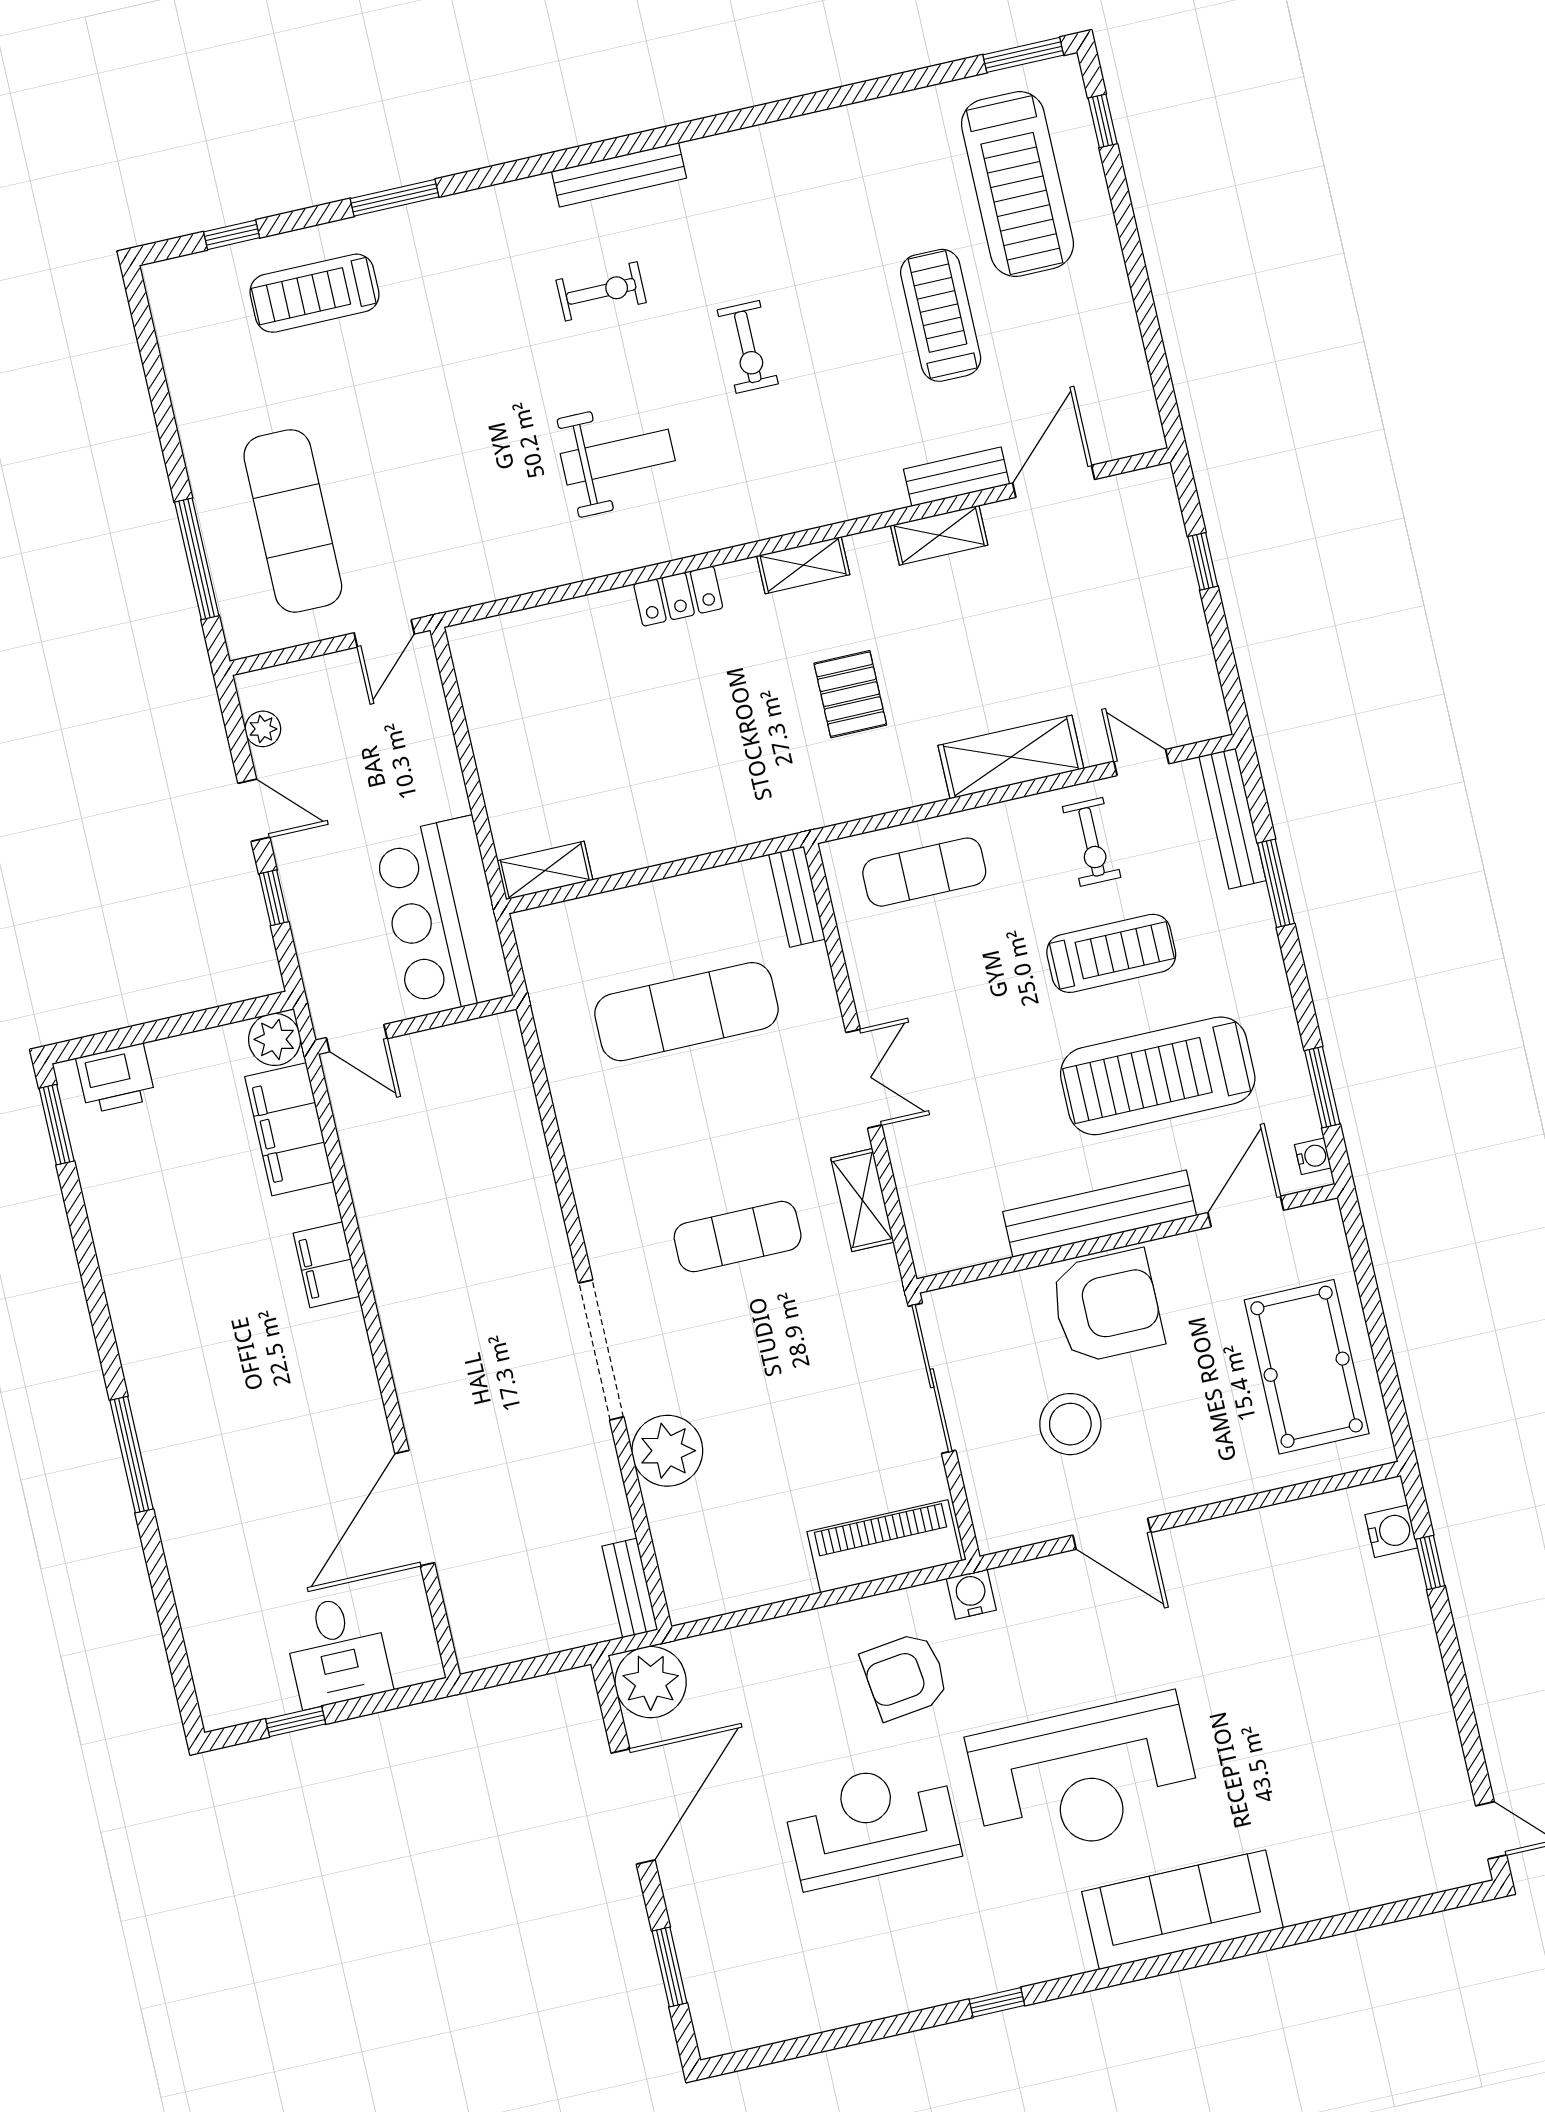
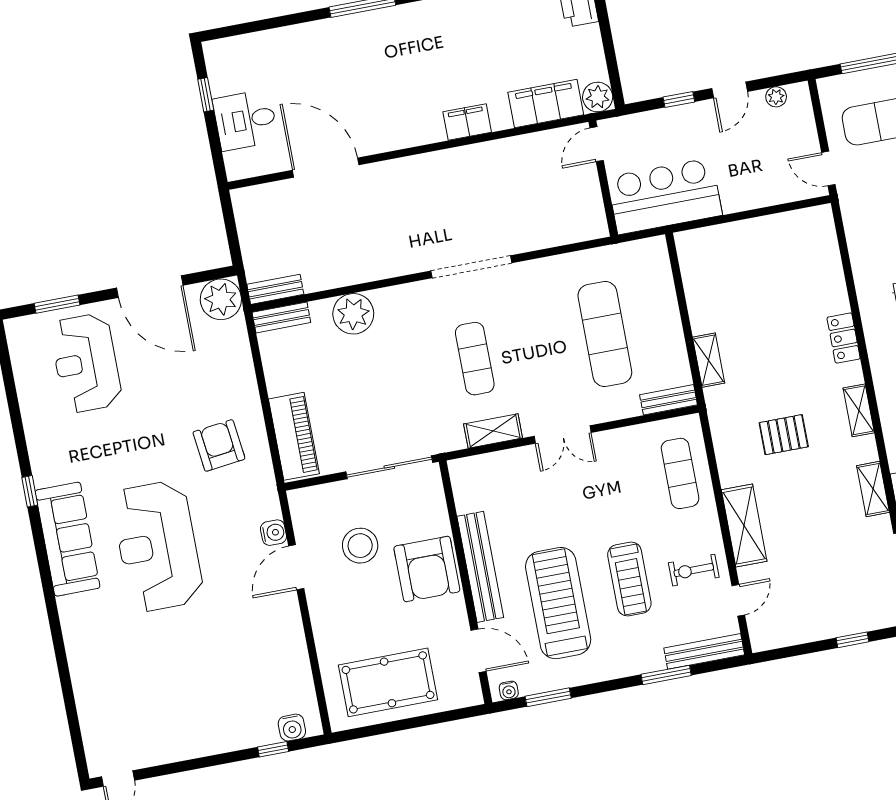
shelving: (545, 871) -> (709, 360), moved
doorway: (601, 1350) -> (471, 267), moved
bench: (678, 1576) -> (281, 317), added
water cooler: (971, 1594) -> (274, 533), moved
reception desk: (872, 1824) -> (86, 363), moved, turned 180
sofa: (1182, 1910) -> (68, 539), moved

